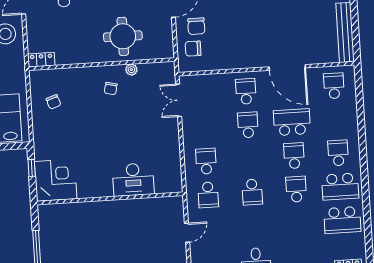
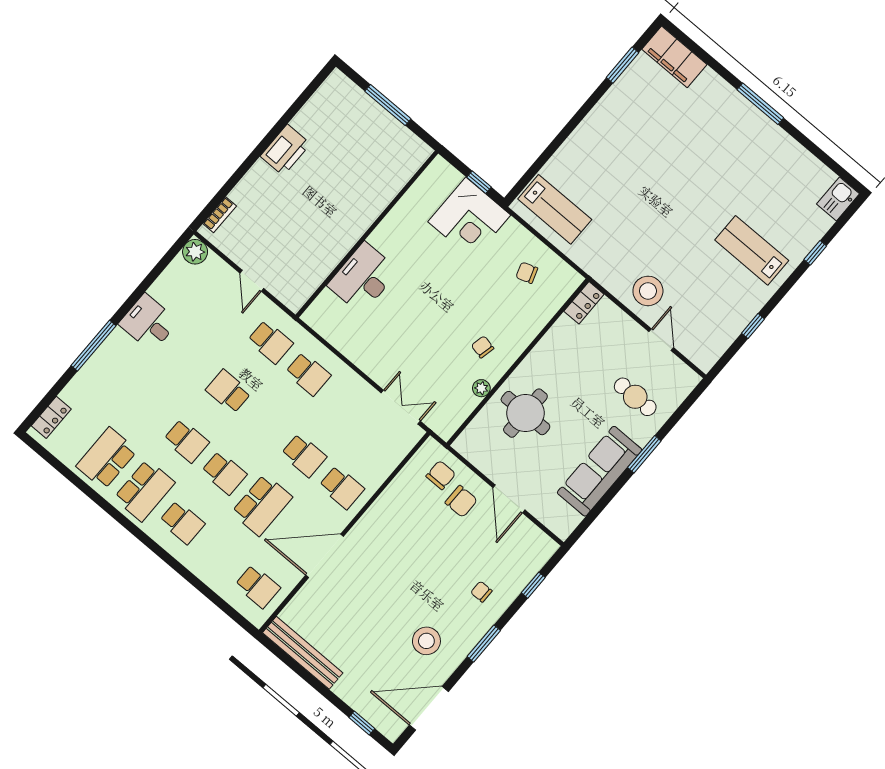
chair: (196, 26) -> (461, 501), turned 180
corner desk: (56, 180) -> (469, 218), moved
school desk: (340, 186) -> (144, 490), turned 180
school desk: (208, 195) -> (270, 342), turned 180

